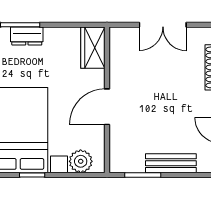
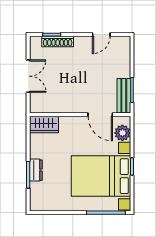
door: (107, 107) -> (100, 115), moved
bench: (171, 163) -> (124, 96), moved

